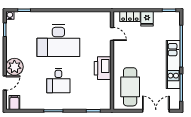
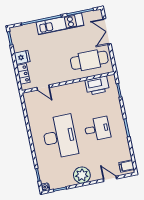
door: (112, 34) -> (43, 87), swing flipped
plant: (14, 67) -> (82, 175), moved
printer: (103, 68) -> (97, 86), moved

